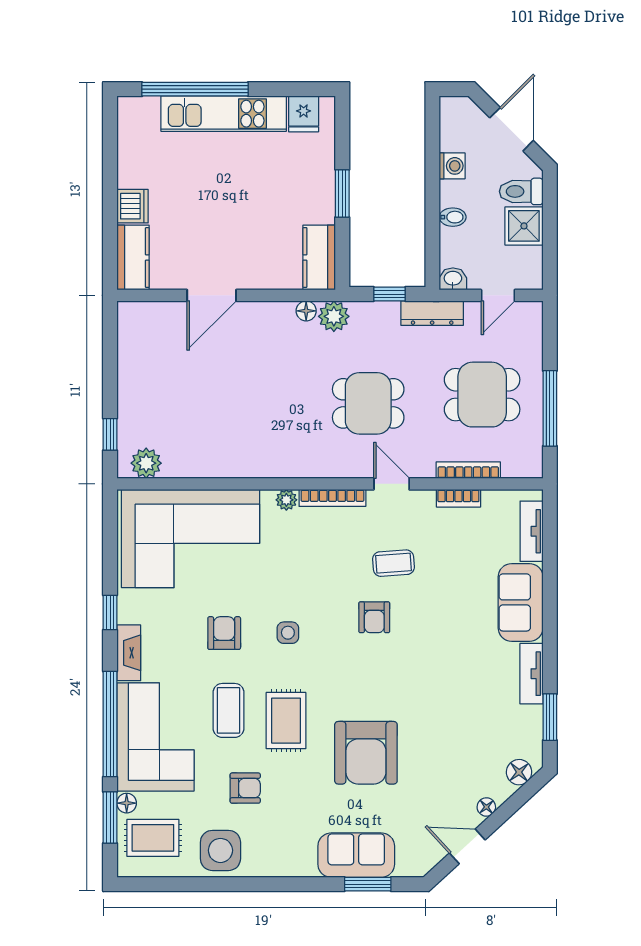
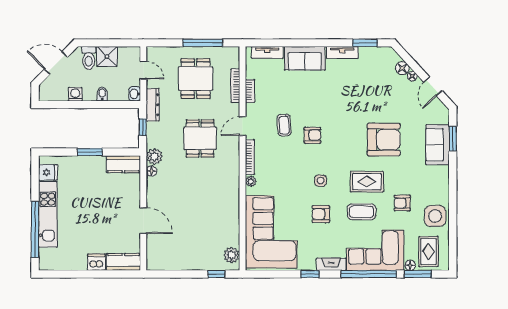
floor lamp: (519, 772) -> (402, 68), moved
armchair: (245, 788) -> (402, 203), turned -90

